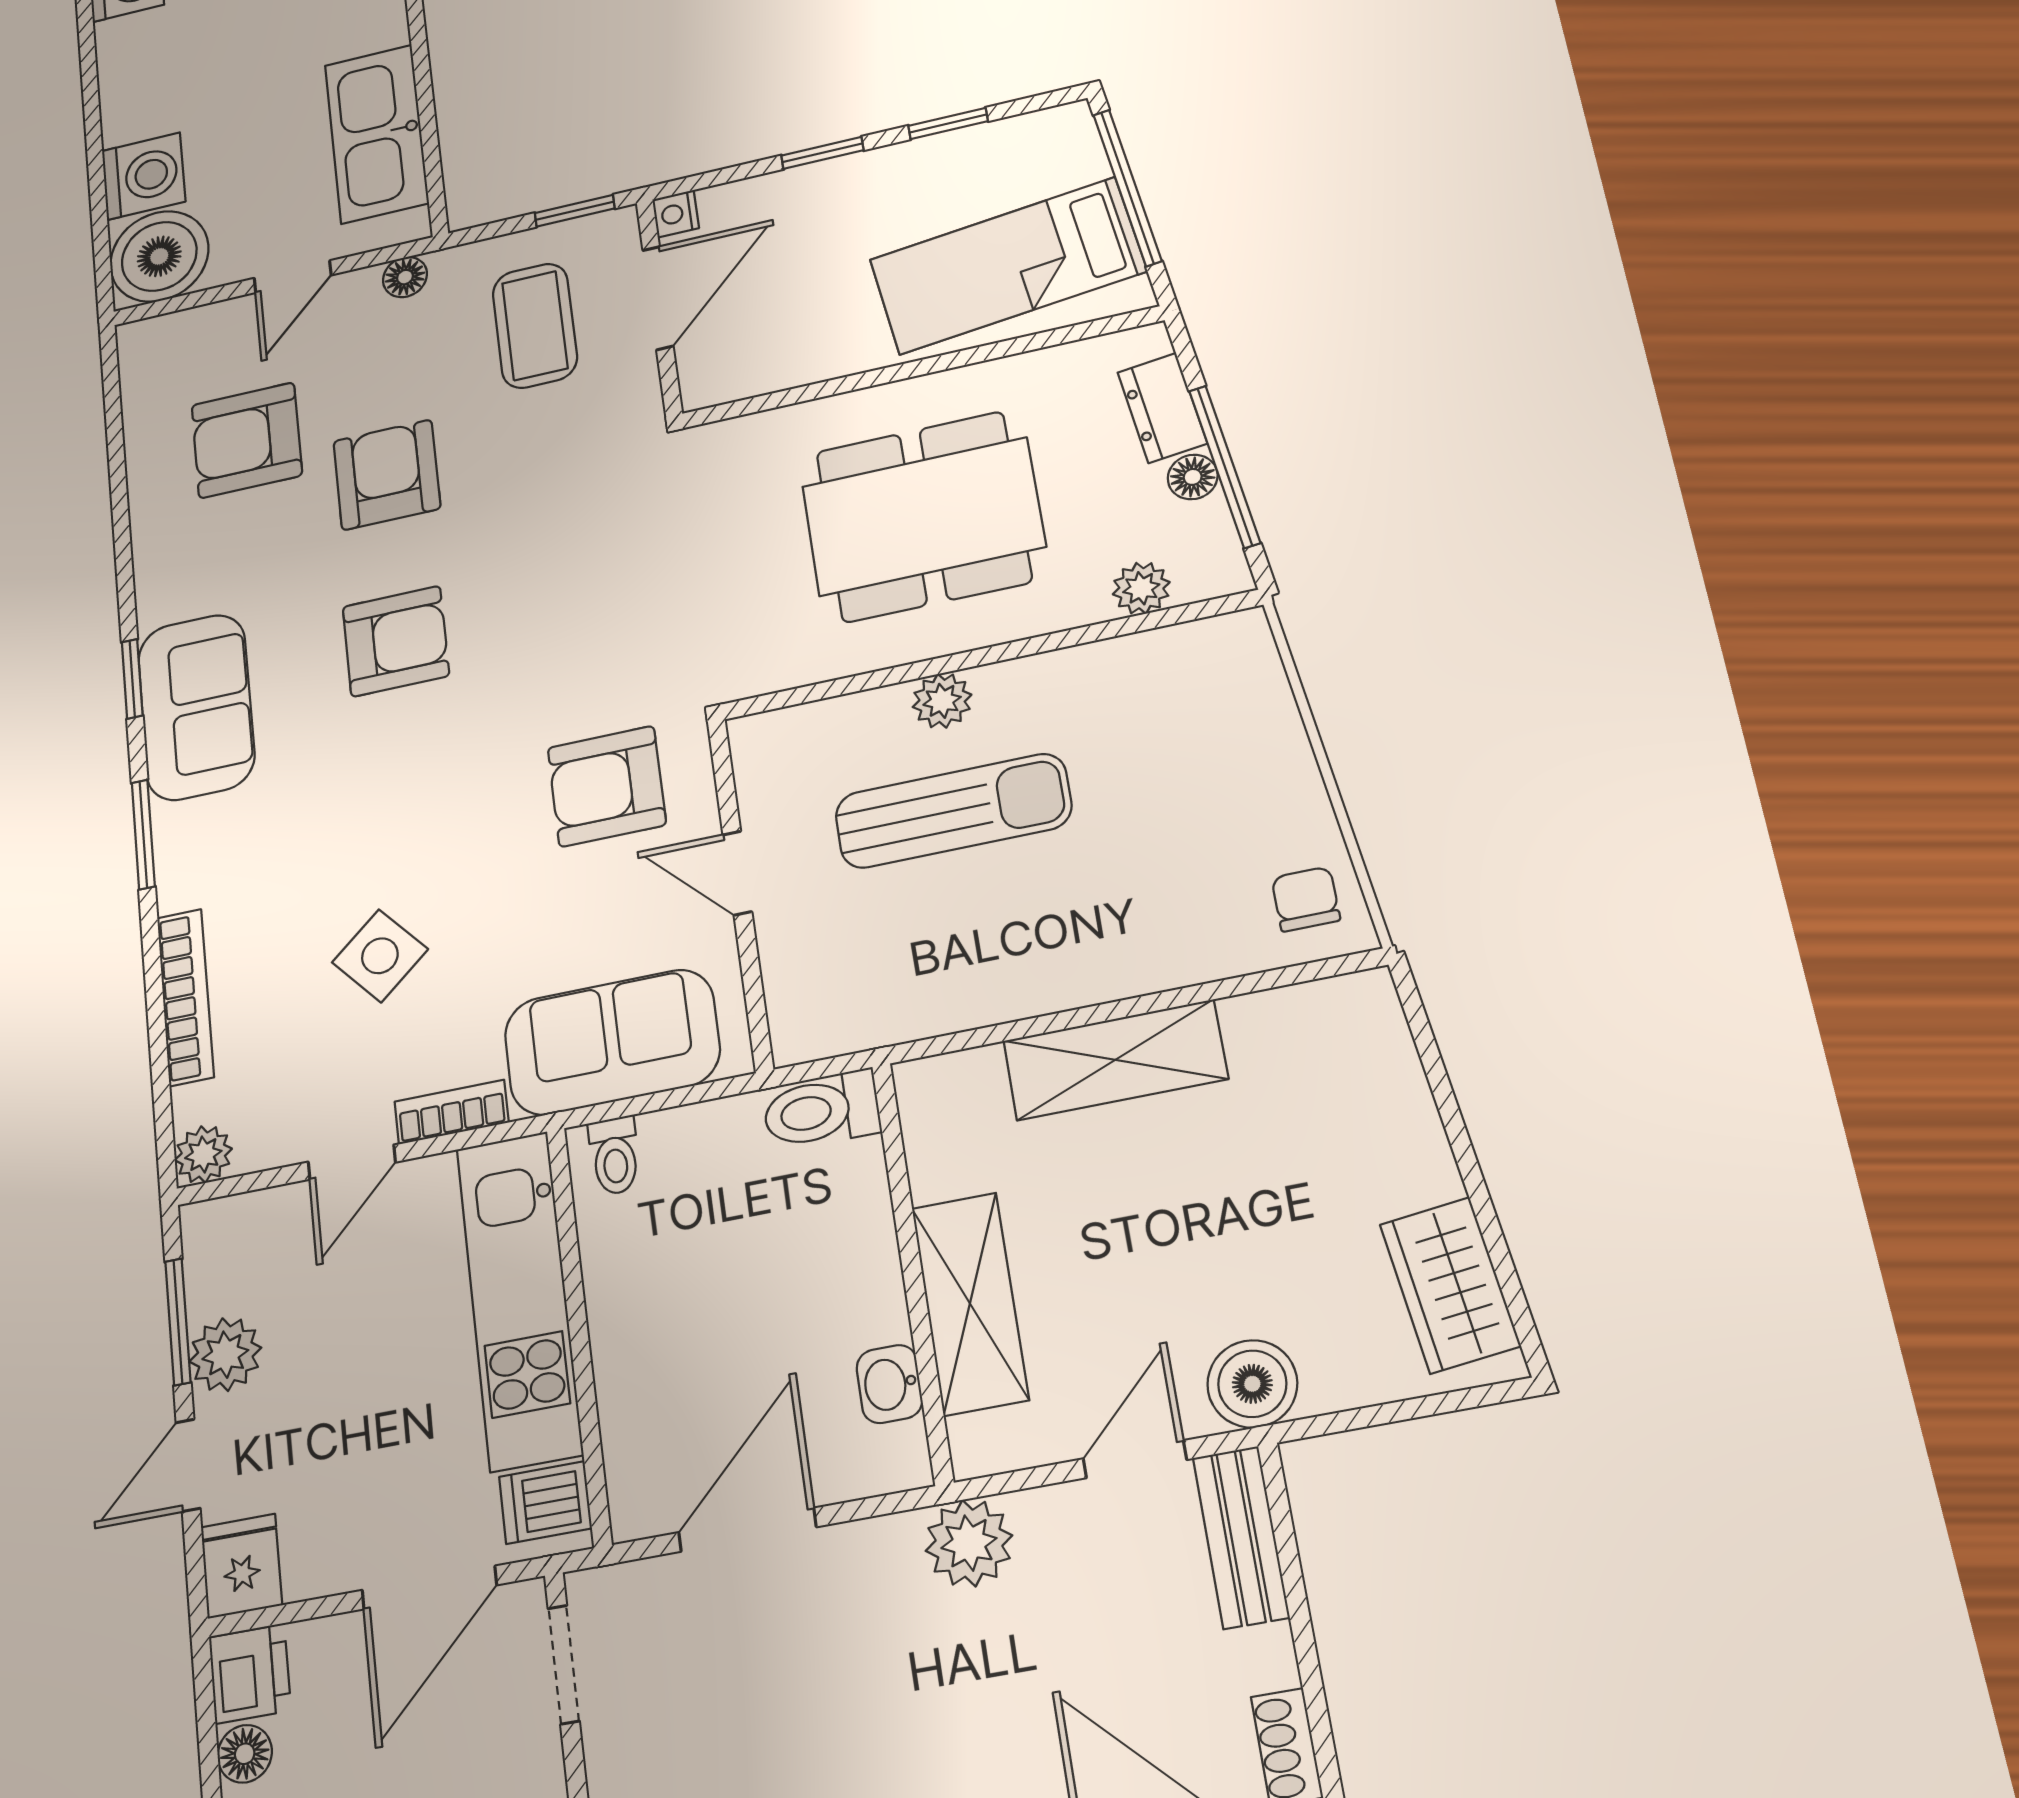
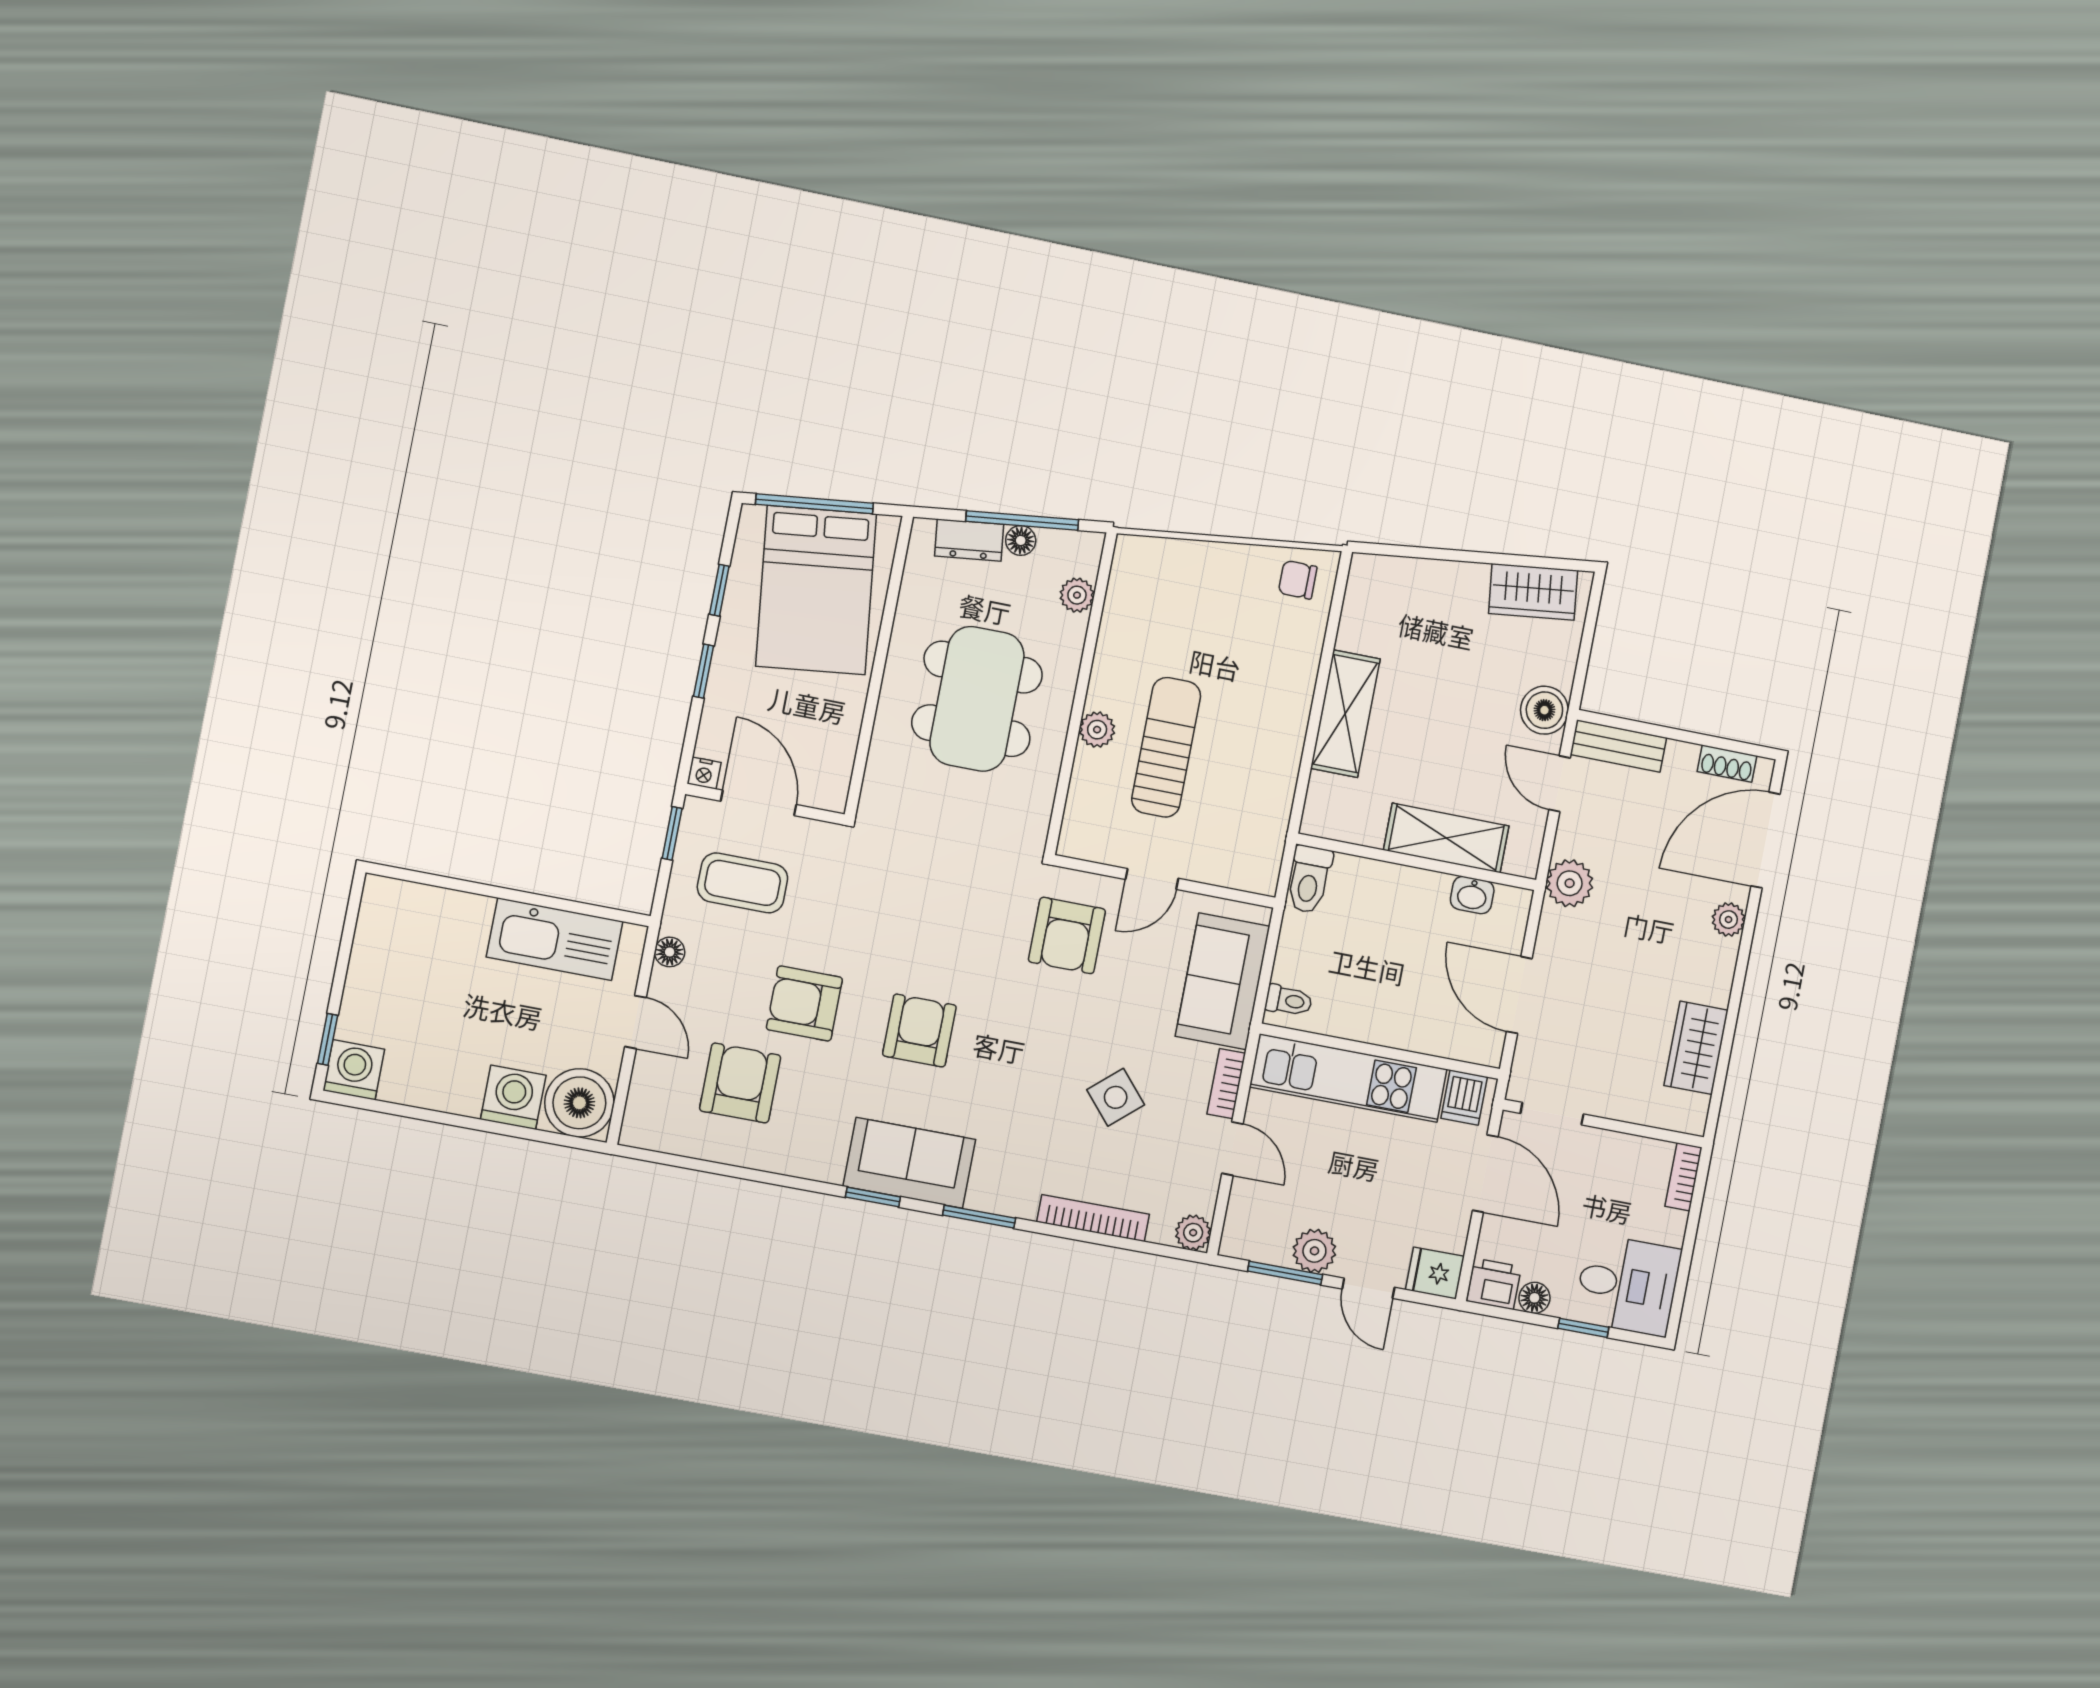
bed: (1008, 266) -> (816, 590), width x1.50
armchair: (247, 440) -> (740, 1083), turned 180

